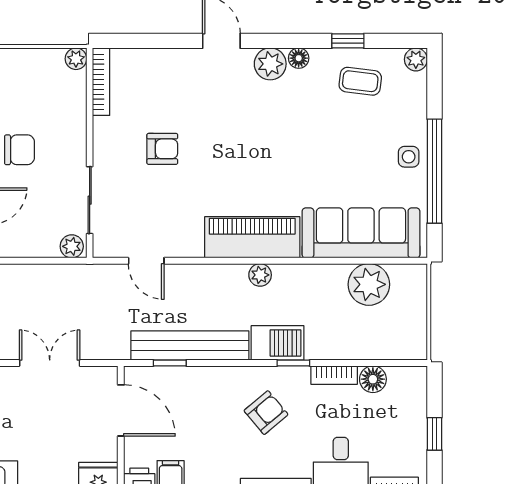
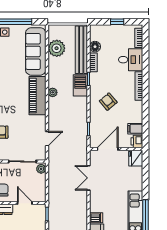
bench: (190, 346) -> (81, 50), moved
armchair: (266, 413) -> (108, 102), moved

